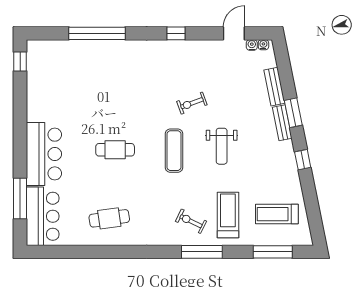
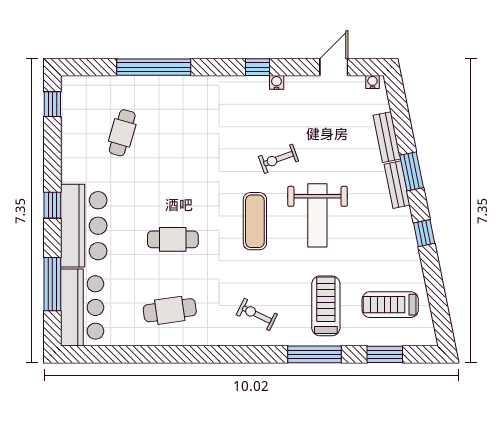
water cooler: (252, 45) -> (277, 82), moved
cafe table: (73, 83) -> (122, 133), added
window: (20, 138) -> (52, 205), added
weight bench: (222, 146) -> (317, 215), width x1.36, depth x1.33
cafe table: (115, 150) -> (173, 239), moved
exercise bike: (191, 221) -> (257, 314), moved
window: (202, 252) -> (315, 354), moved
window: (273, 252) -> (385, 354), width x0.69

